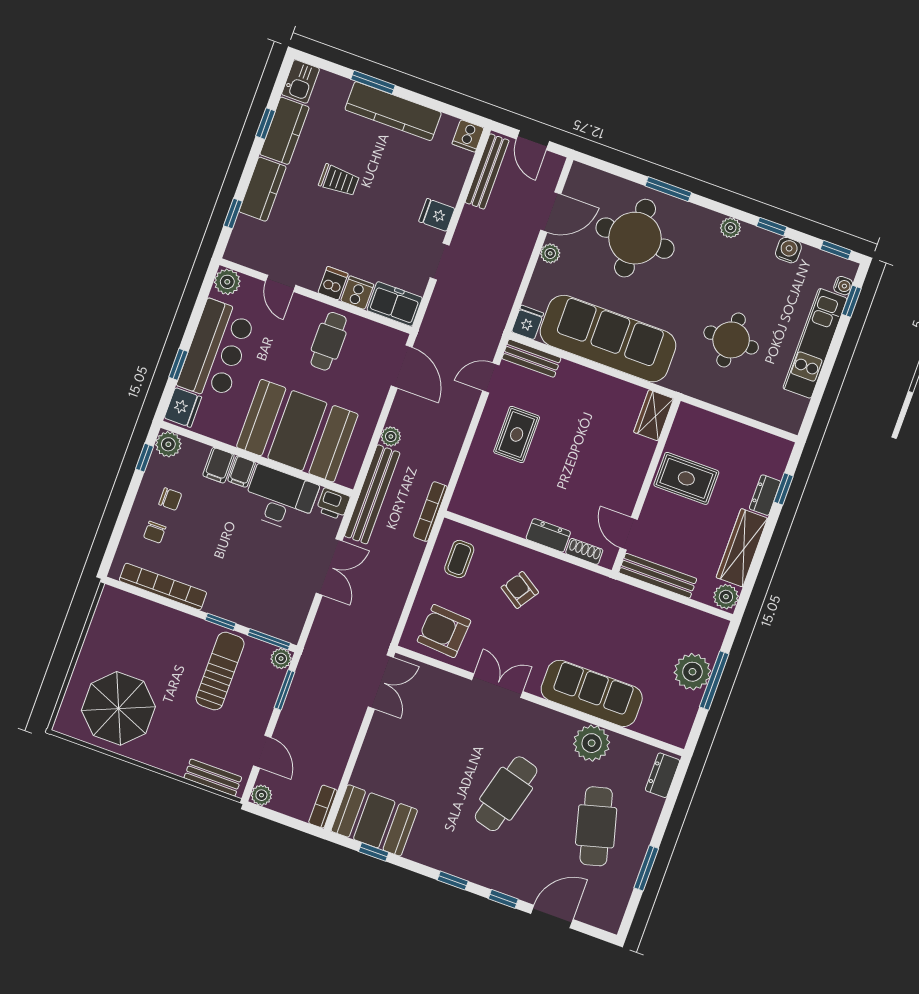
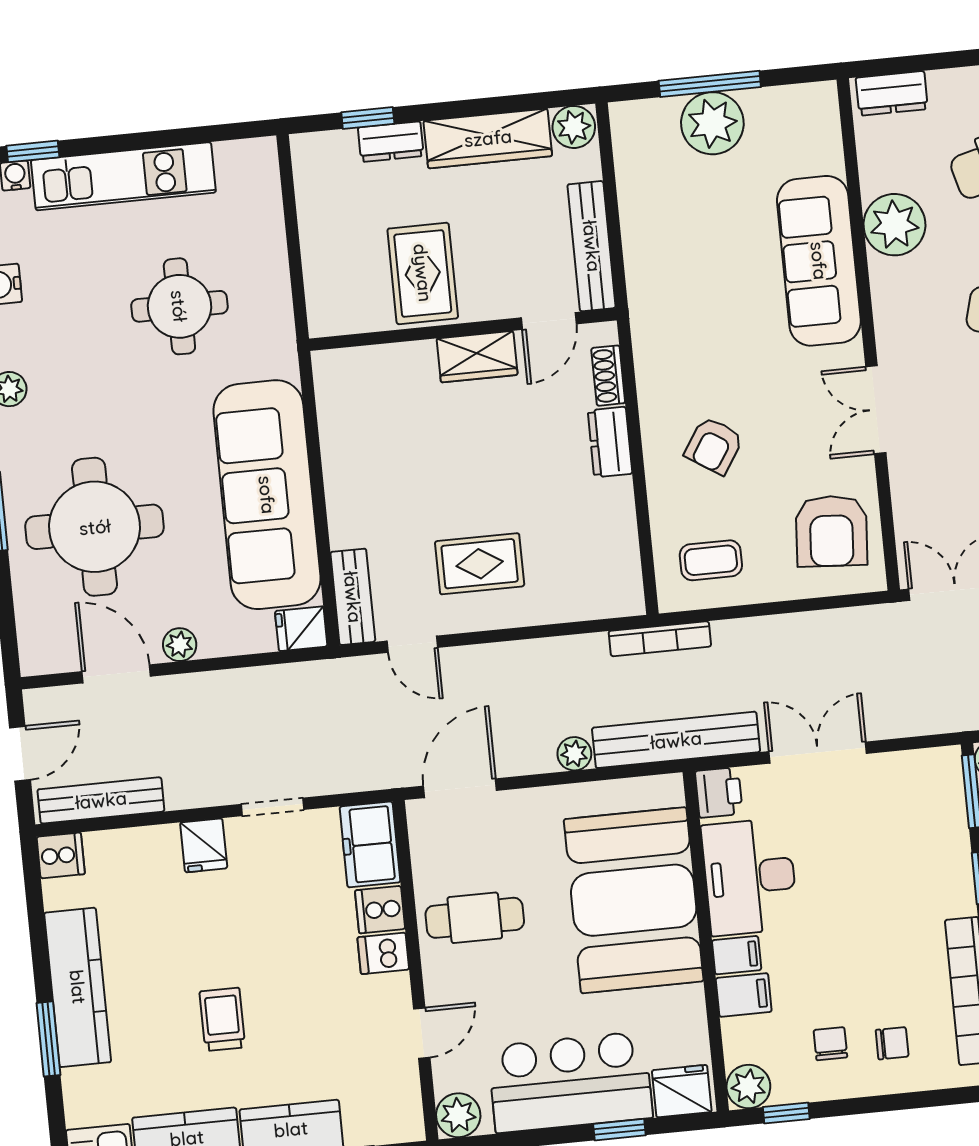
wardrobe: (654, 415) -> (477, 357), moved

